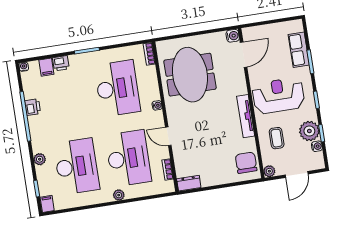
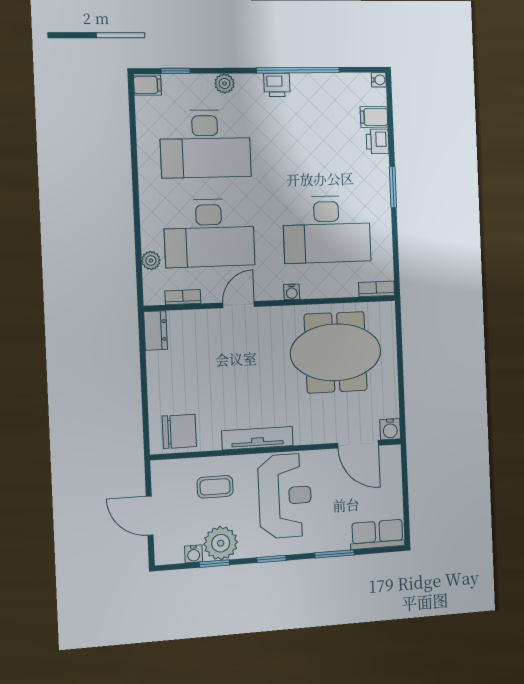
row of seats: (299, 50) -> (377, 534), moved
printer: (33, 107) -> (277, 85), moved
plant: (269, 171) -> (160, 470), removed
plant: (119, 195) -> (151, 260), moved

